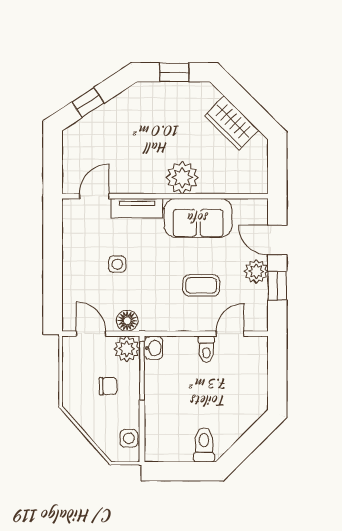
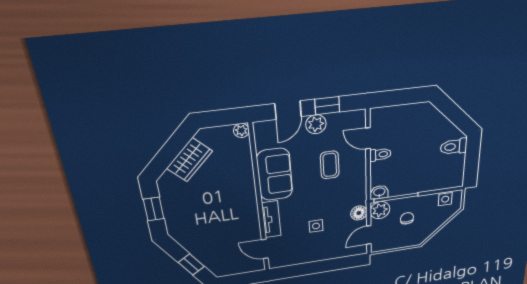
plant: (182, 178) -> (241, 131), moved, width x0.53, depth x0.53

